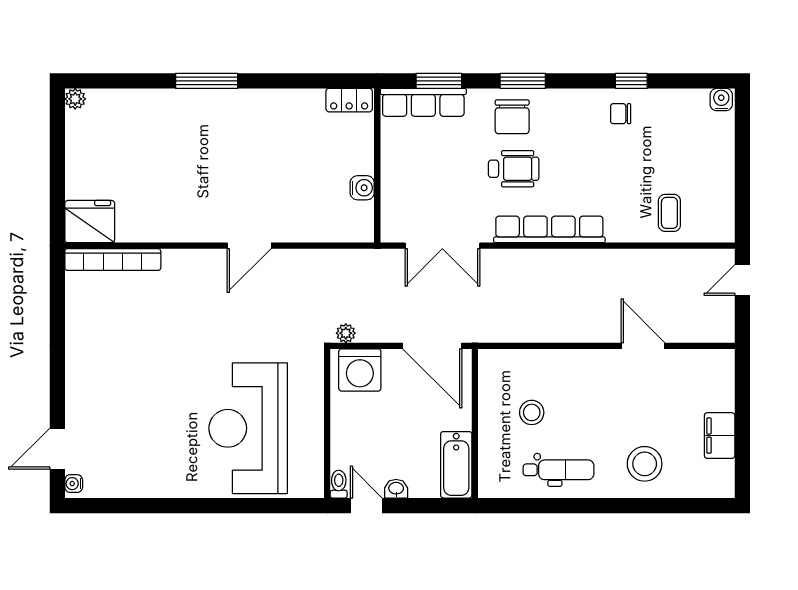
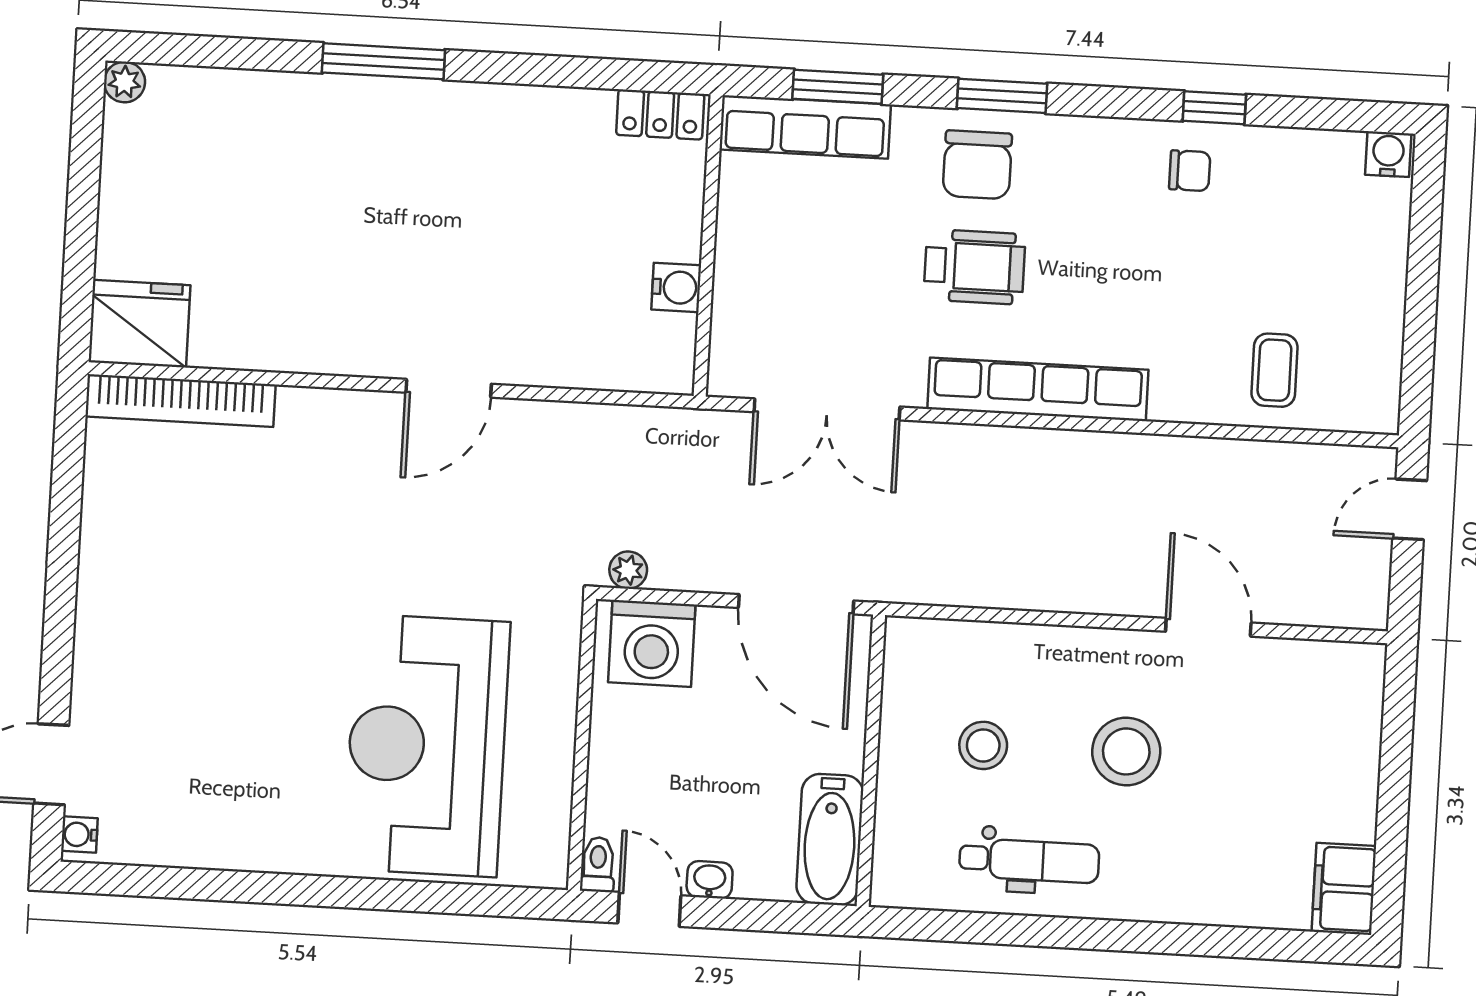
chair: (621, 114) -> (1190, 171), turned 180
filing cabinet: (720, 436) -> (1344, 889), moved
stool: (645, 464) -> (1126, 751), moved

